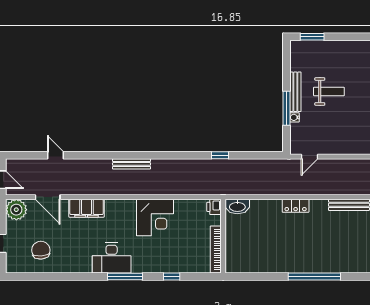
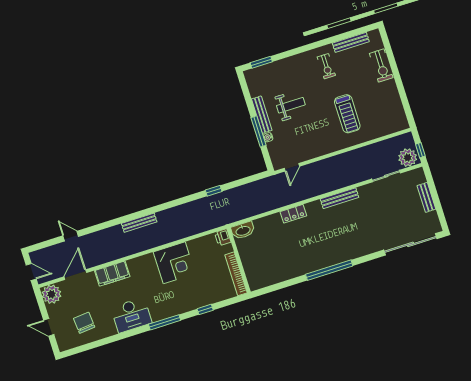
door: (48, 197) -> (75, 275), swing flipped
desk: (112, 258) -> (131, 315), moved

